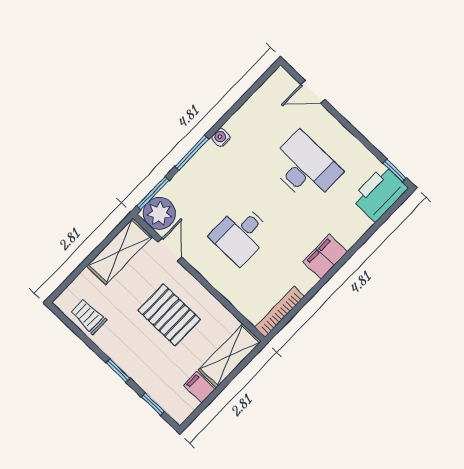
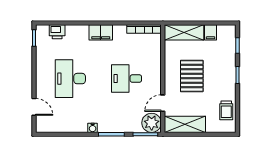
printer: (380, 193) -> (57, 32), width x0.53, depth x0.68
desk: (241, 234) -> (127, 79), turned 180

